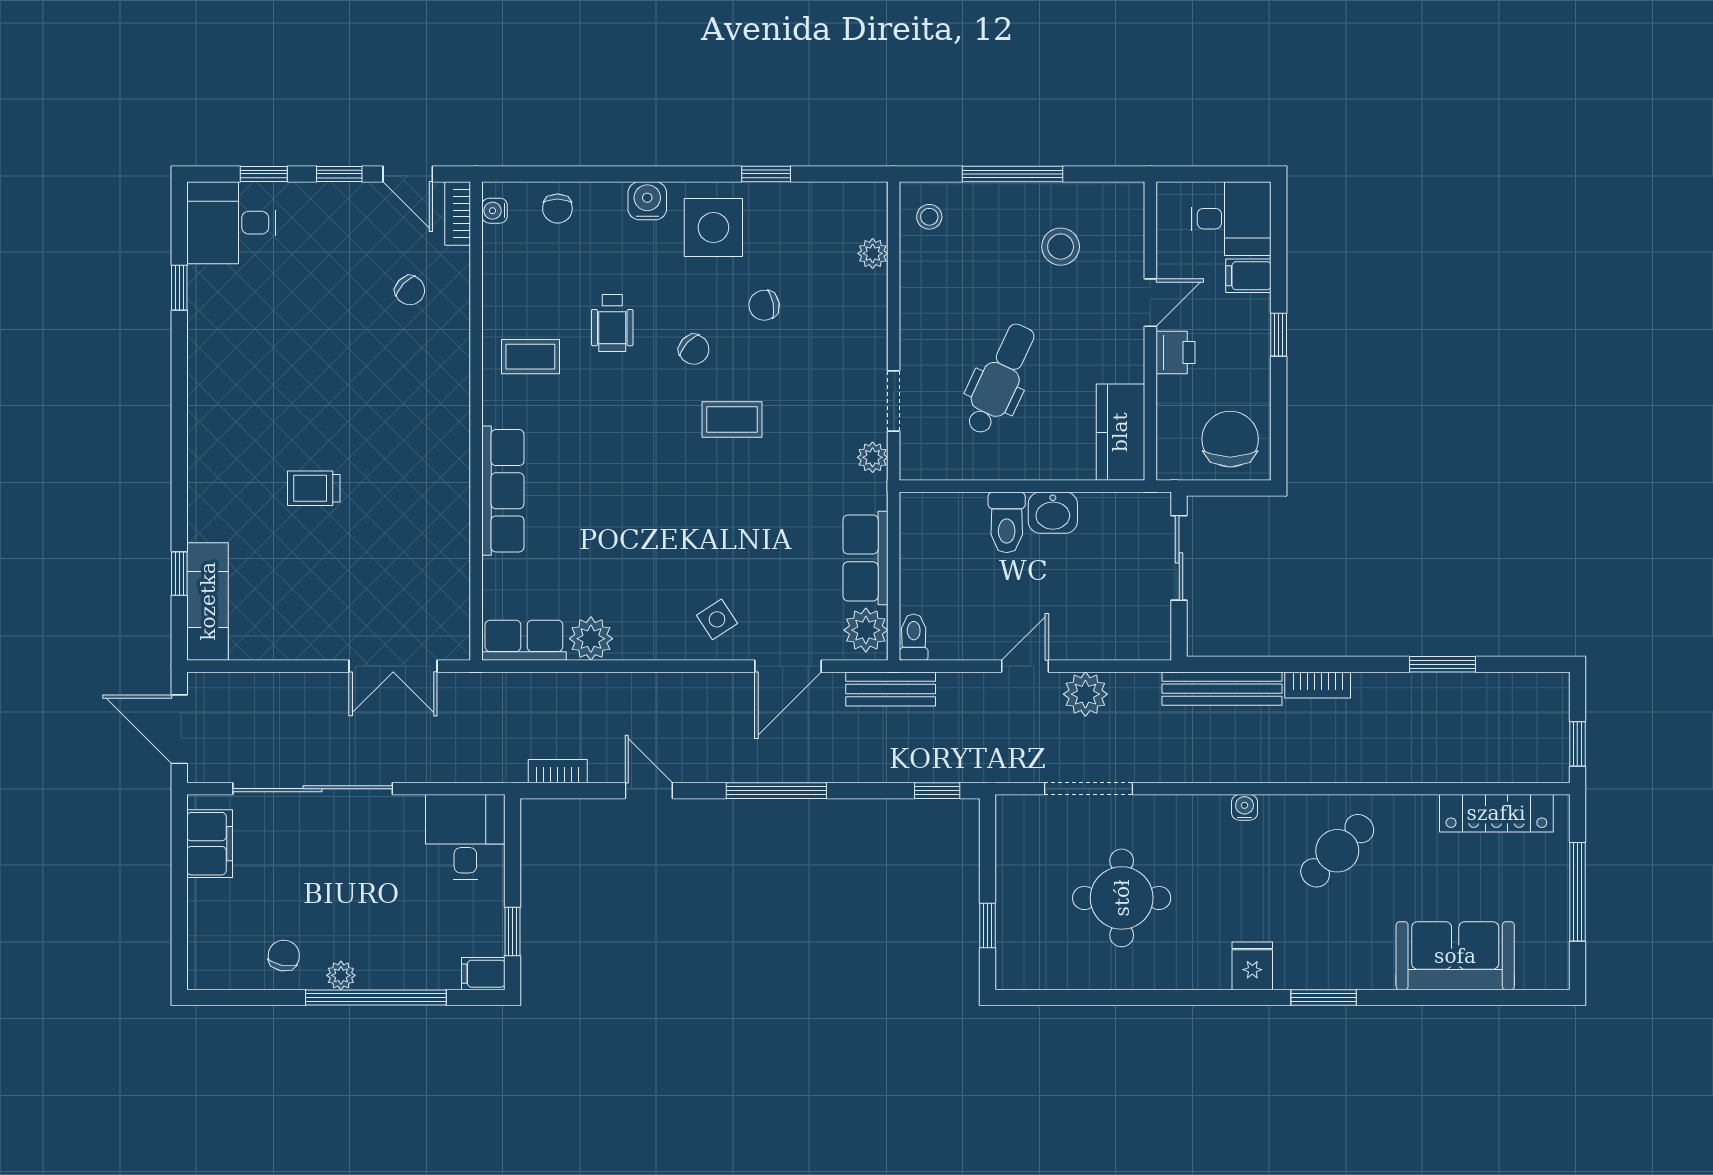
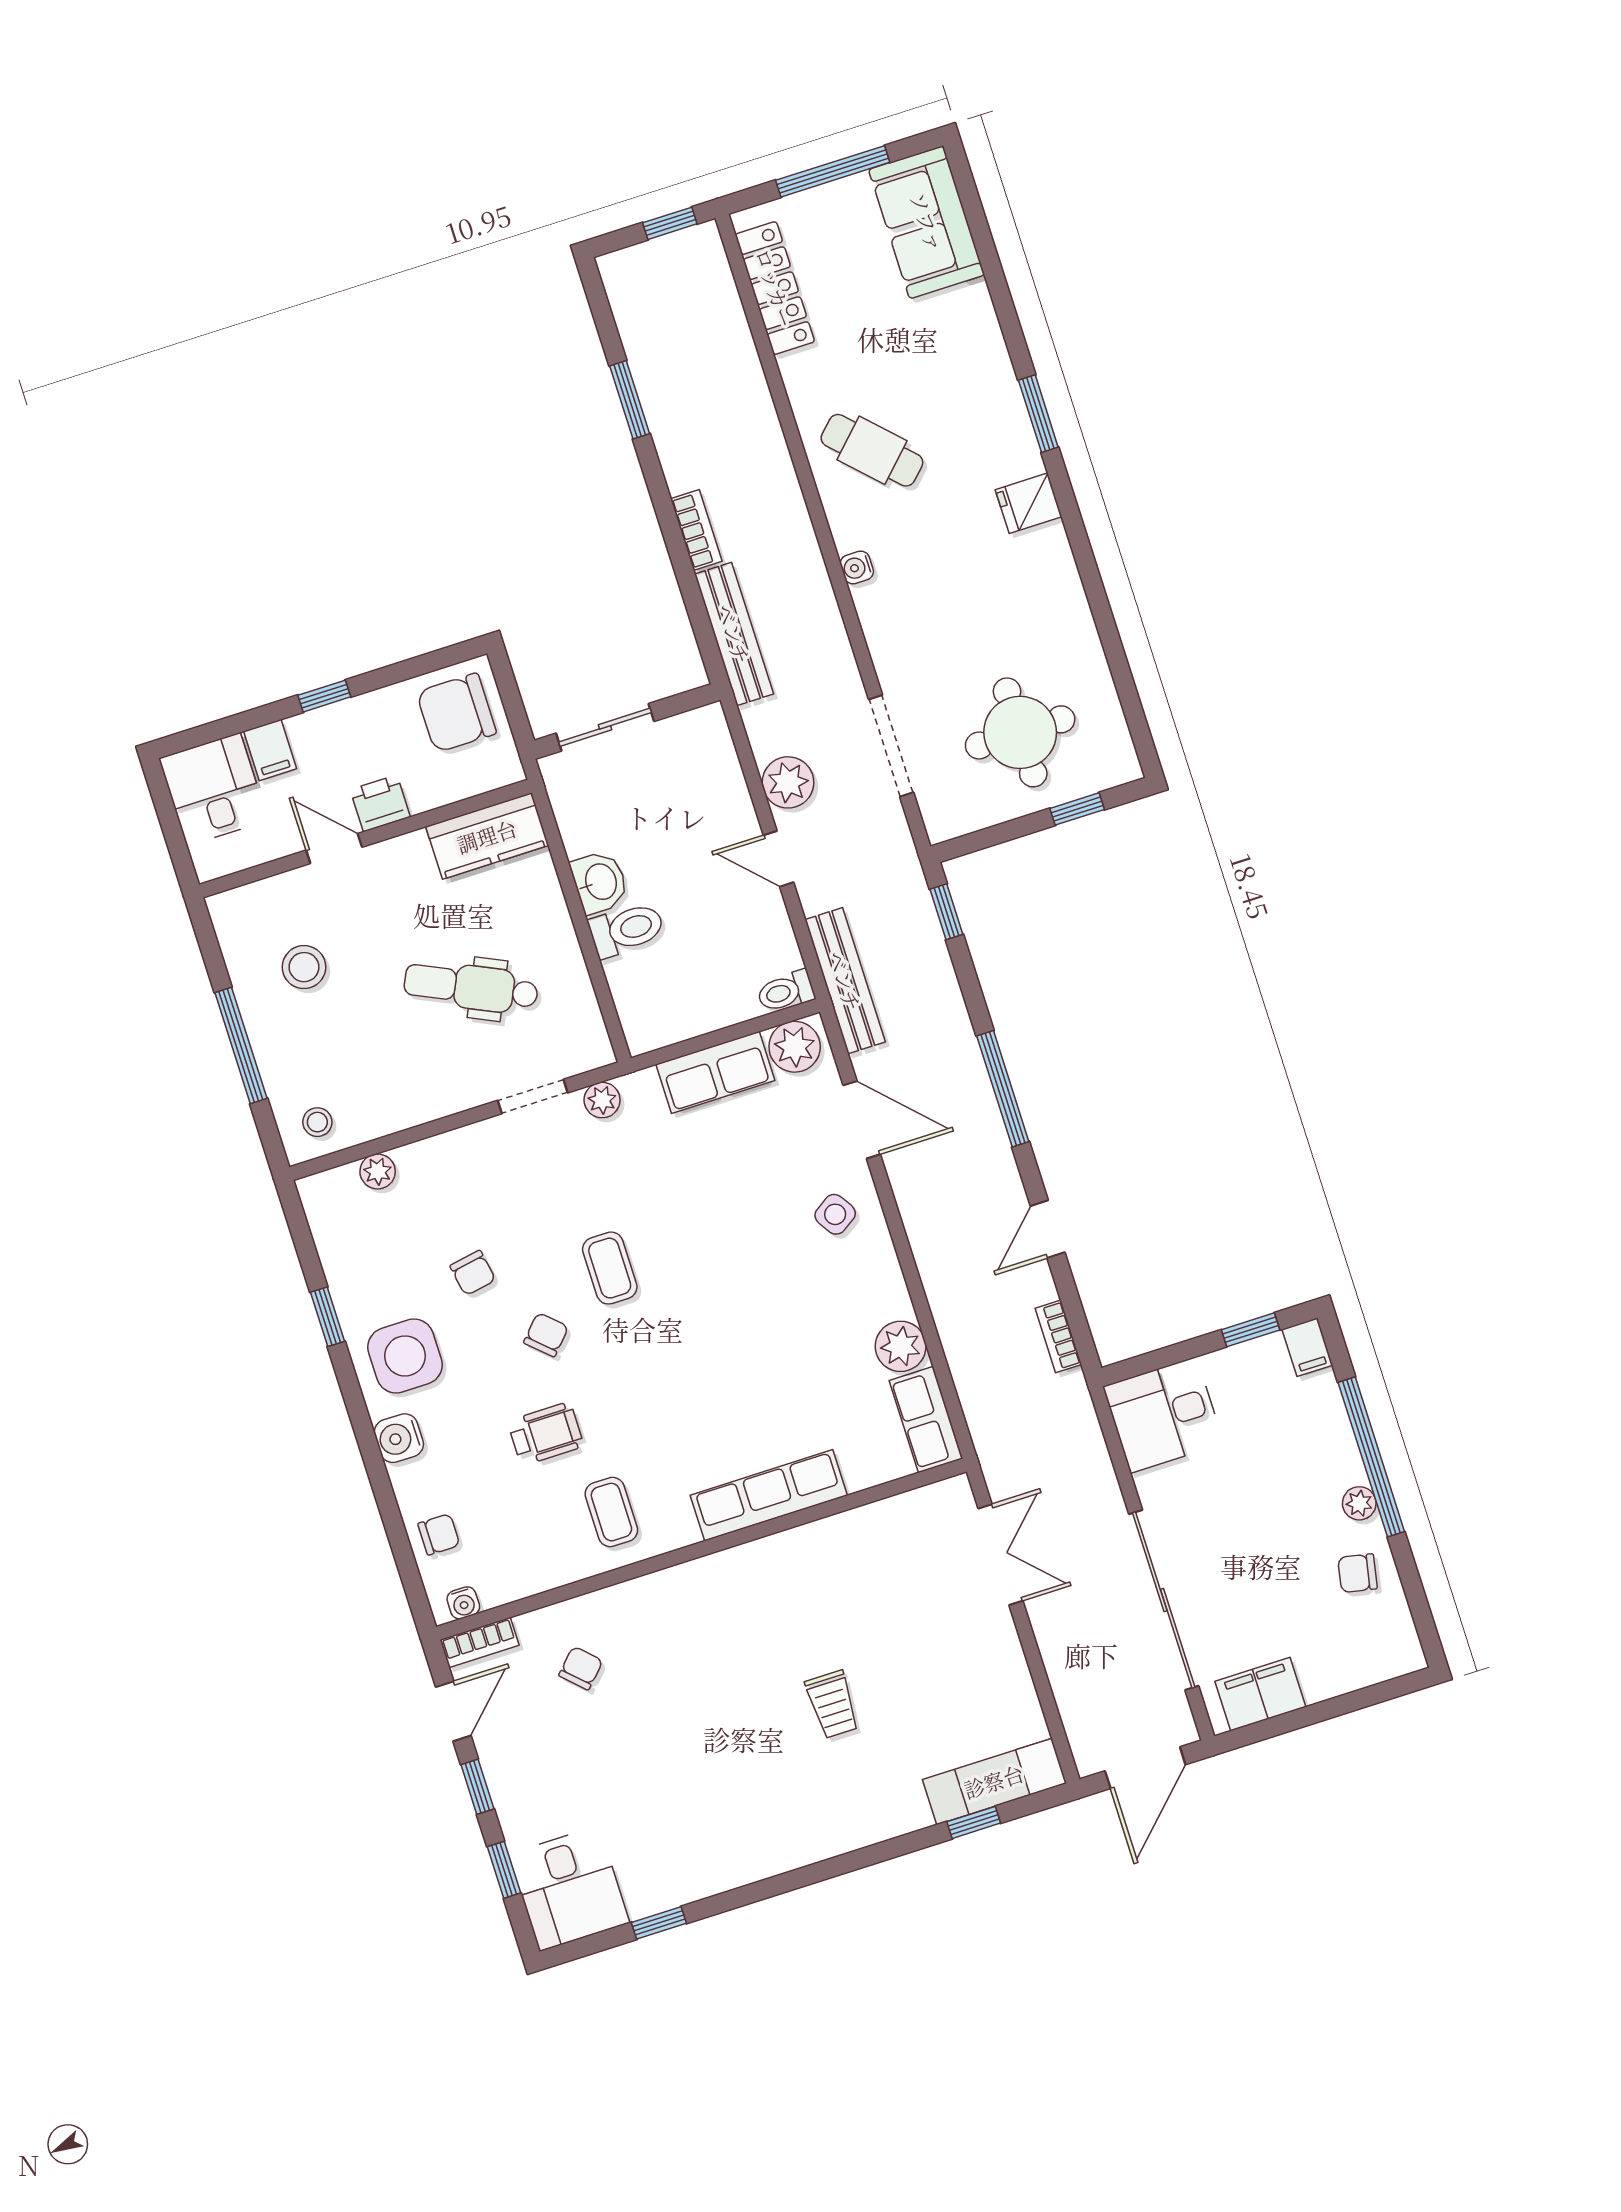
bench: (891, 689) -> (845, 981), width x1.36
round table: (1122, 898) -> (1020, 732), moved
sofa: (1455, 956) -> (927, 222), moved

